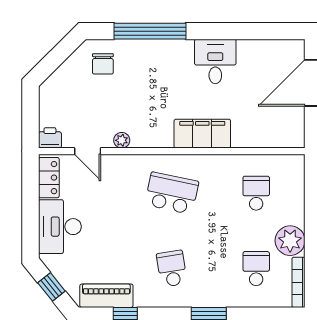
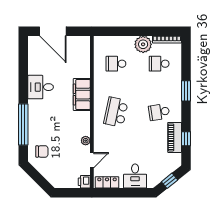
desk: (60, 227) -> (135, 176), width x0.73
piano: (106, 296) -> (175, 137), moved

